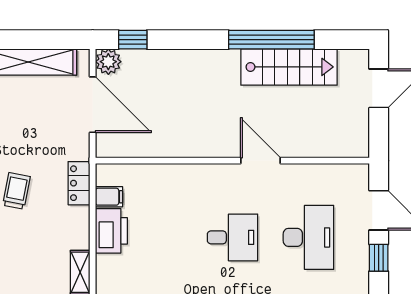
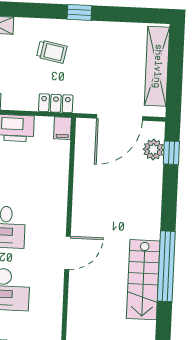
plant: (108, 62) -> (153, 150), moved
filing cabinet: (109, 197) -> (63, 128), moved

